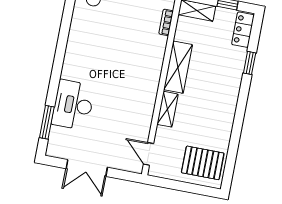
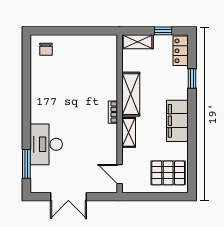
bookcase: (166, 22) -> (113, 112), moved
filing cabinet: (224, 107) -> (177, 121), added

